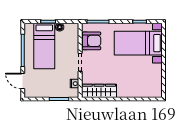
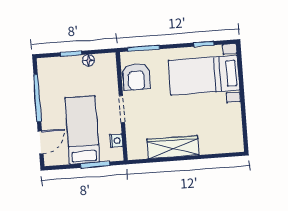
armchair: (92, 41) -> (136, 77), turned 90
bed: (44, 46) -> (82, 130), moved, turned 180
door: (23, 81) -> (41, 142), swing flipped
wardrobe: (99, 91) -> (173, 147), moved

